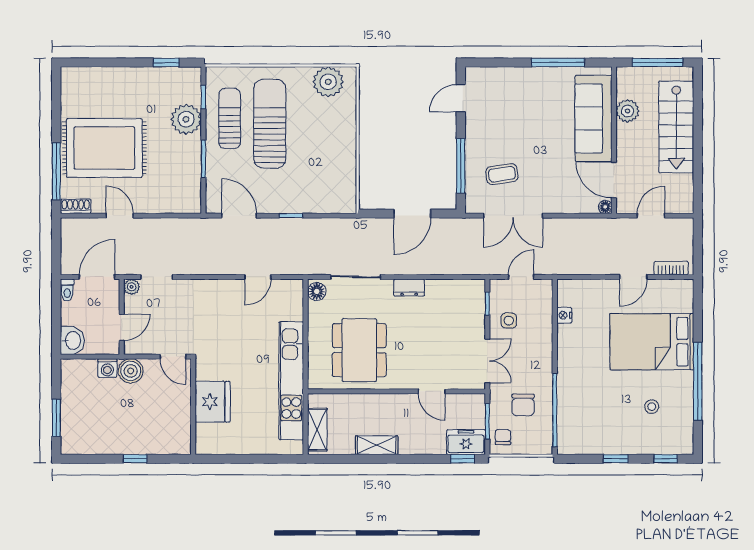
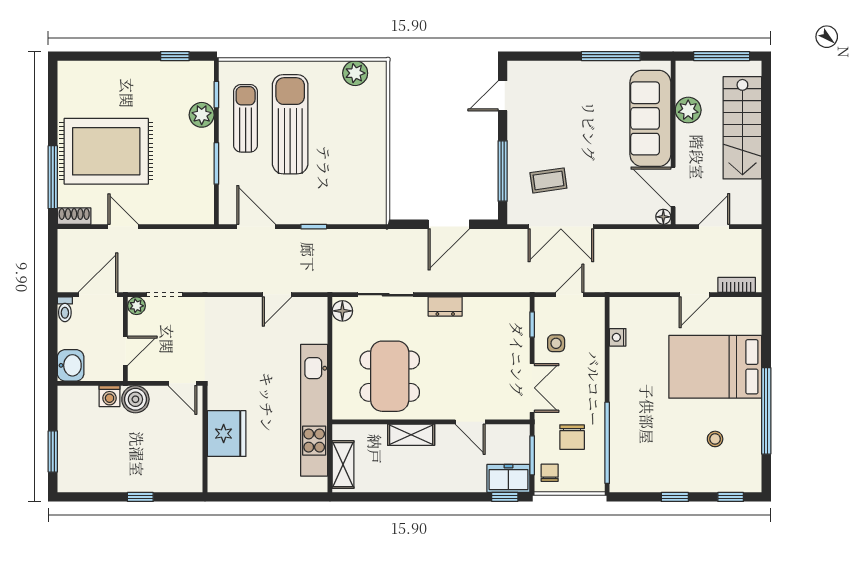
plant: (328, 82) -> (355, 73), width x0.73, depth x0.73
plant: (186, 119) -> (202, 115), width x0.73, depth x0.73
shelving: (377, 445) -> (411, 435), moved

